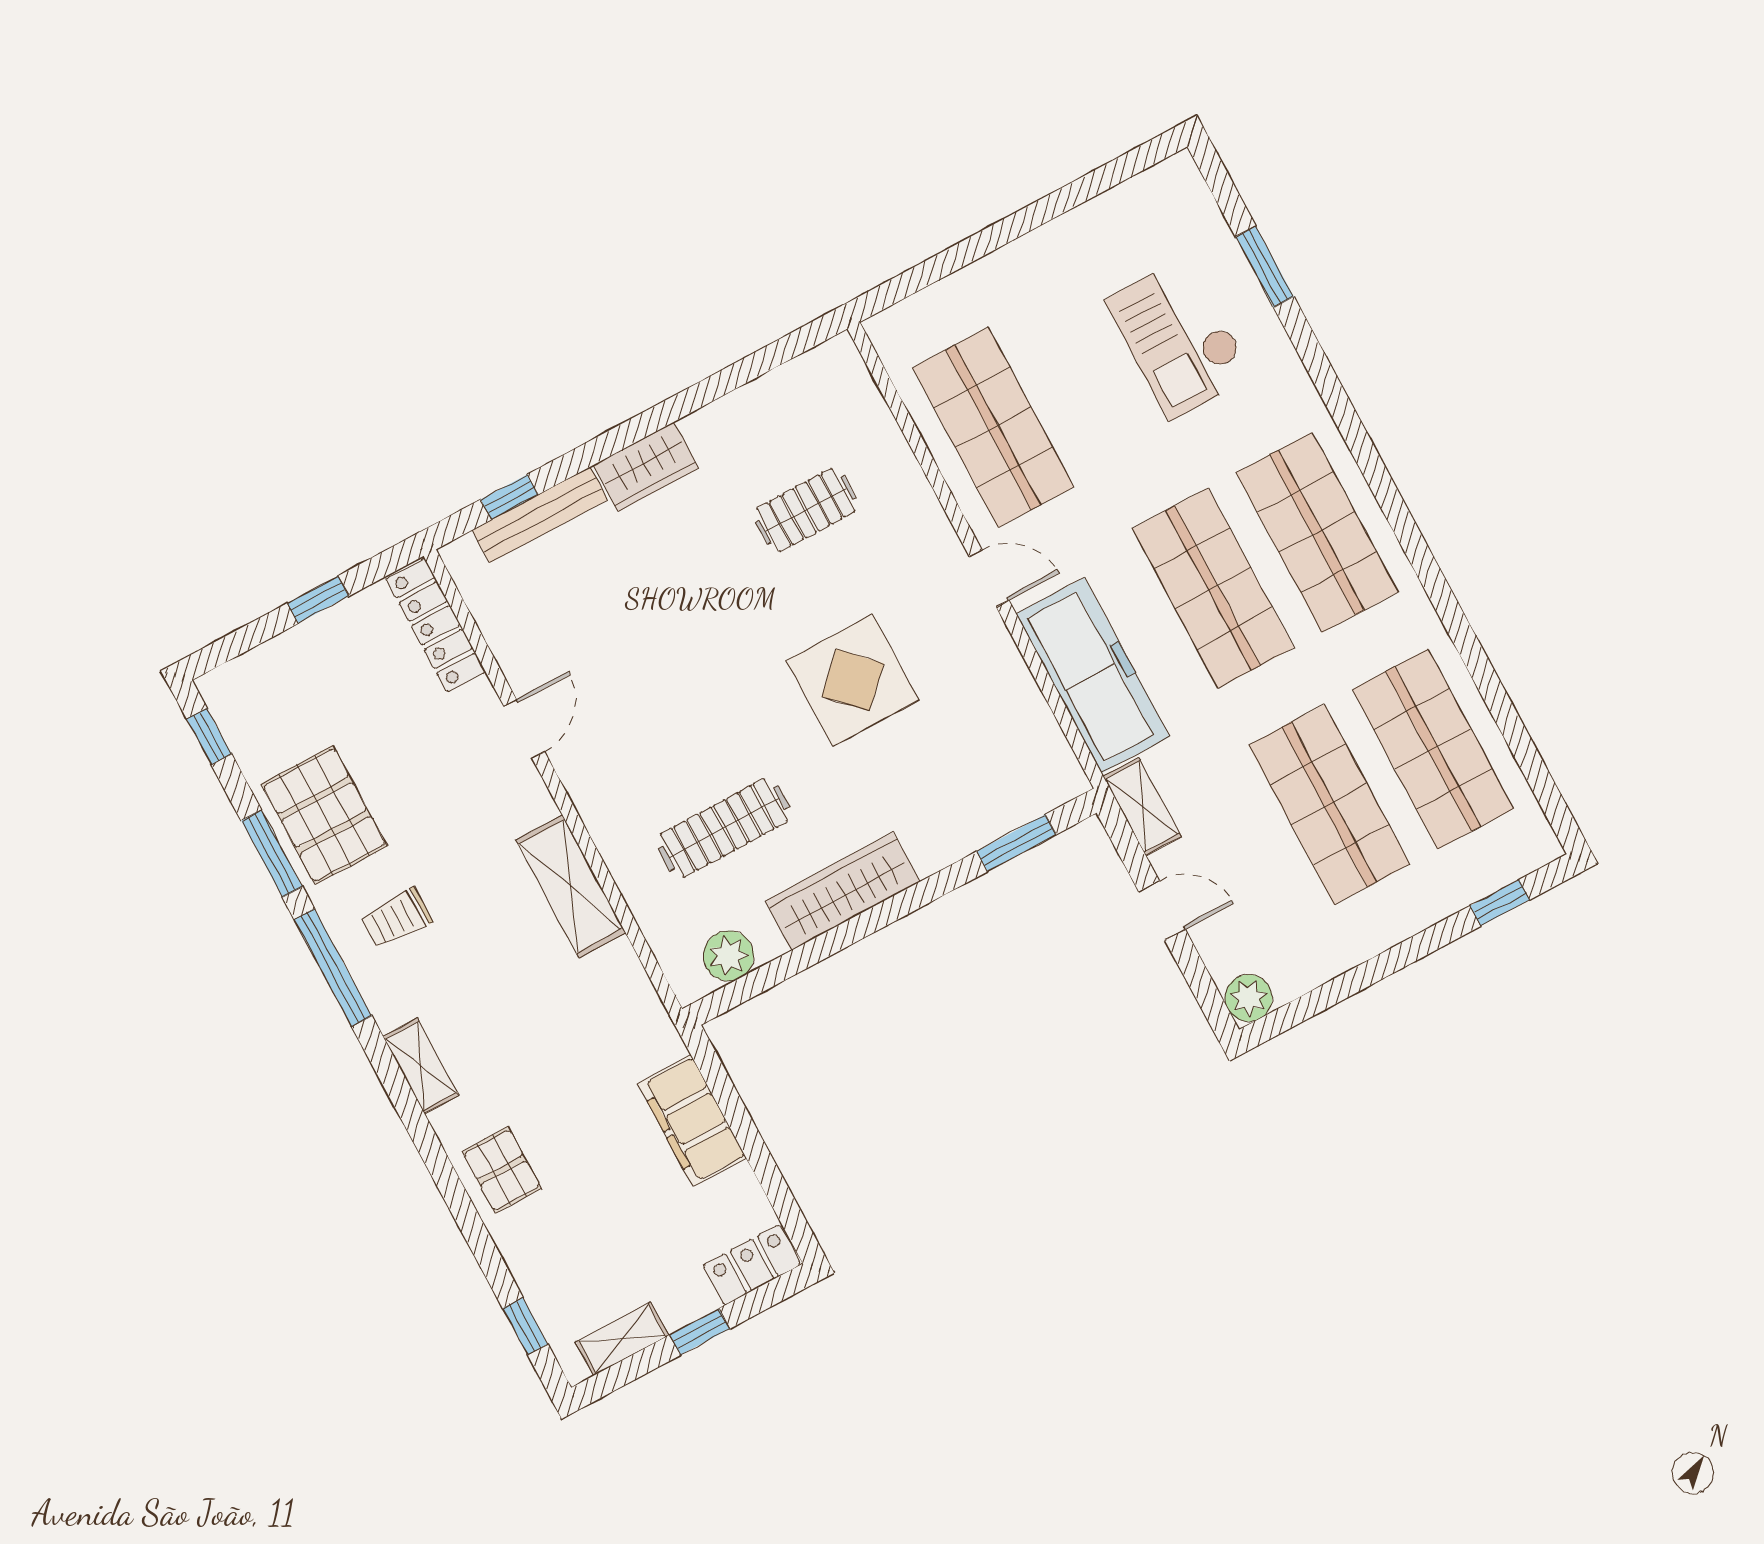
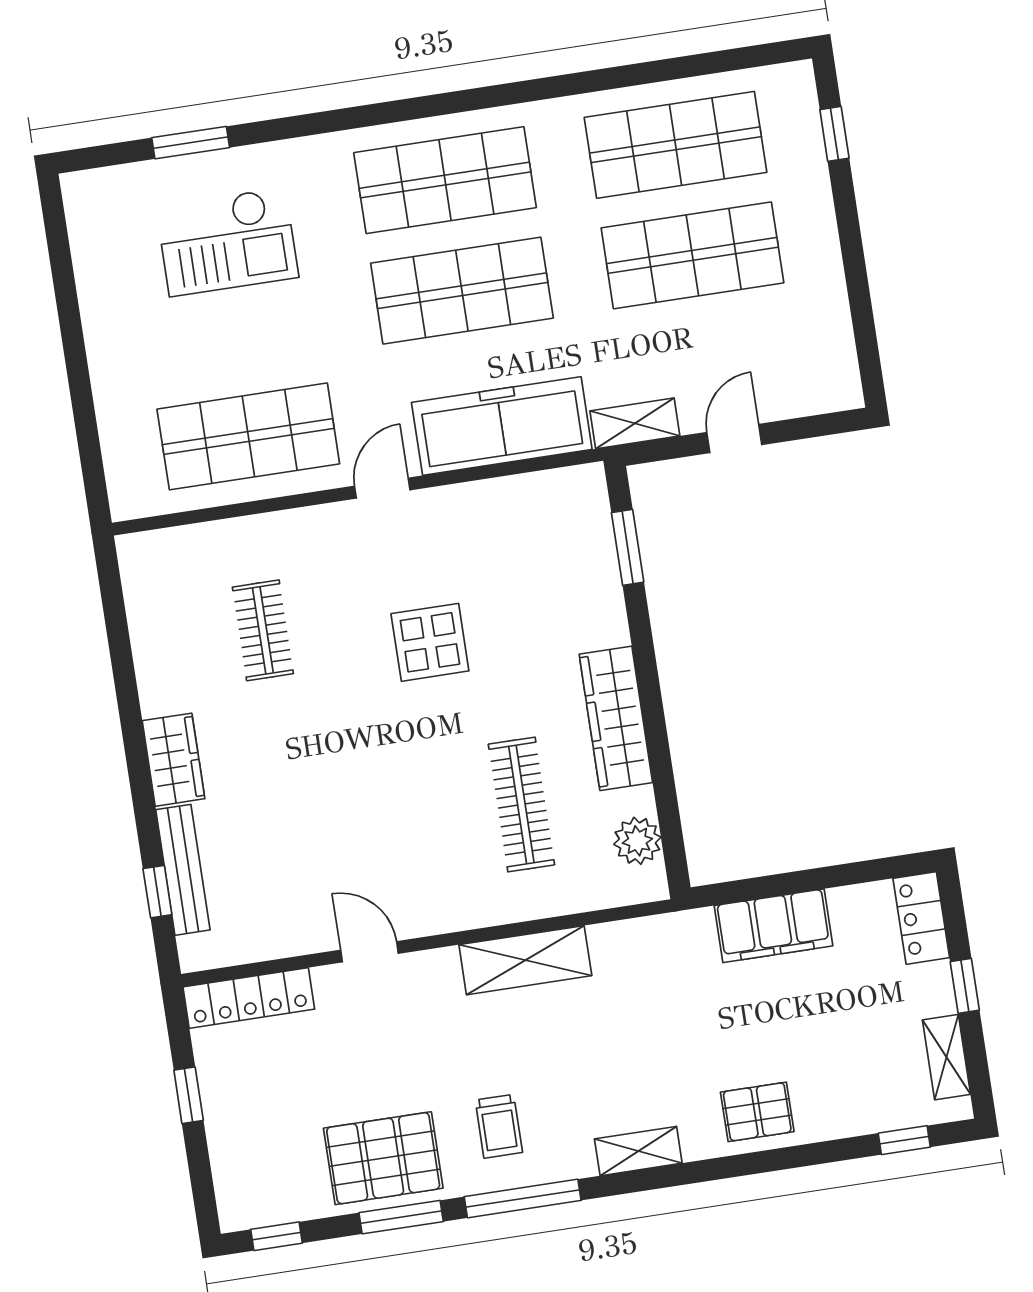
display table: (853, 680) -> (430, 642), width x0.73, depth x0.73
plant: (1249, 998) -> (840, 389), removed

